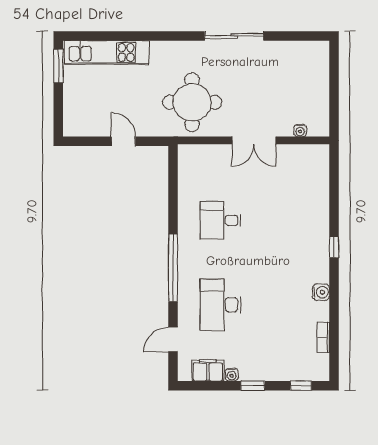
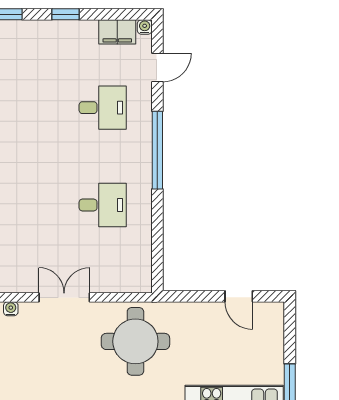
door: (123, 141) -> (239, 296), moved
desk: (221, 305) -> (103, 108), width x0.73
water cooler: (232, 375) -> (145, 27), moved

